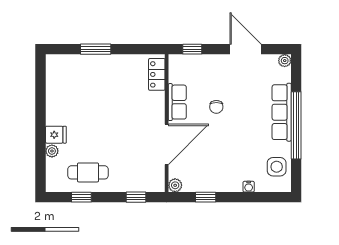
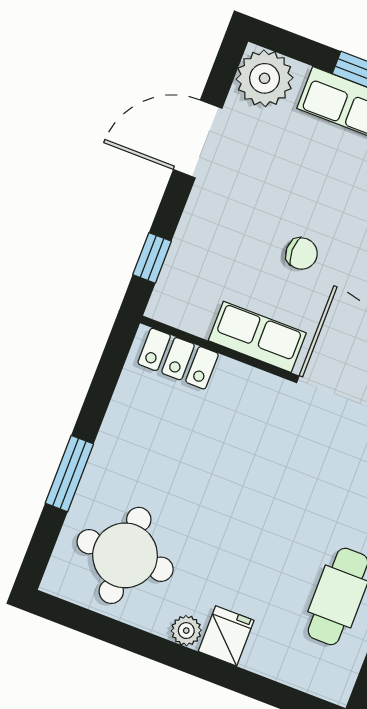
plant: (285, 61) -> (265, 78), width x1.88, depth x1.88
round table: (72, 83) -> (125, 555), added
plant: (52, 151) -> (186, 631), moved

